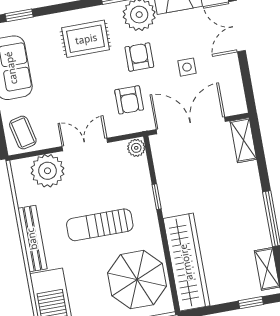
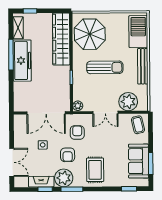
rug: (86, 39) -> (95, 170), turned 90
shelving: (243, 140) -> (19, 100), removed
freezer: (250, 212) -> (22, 61), added

